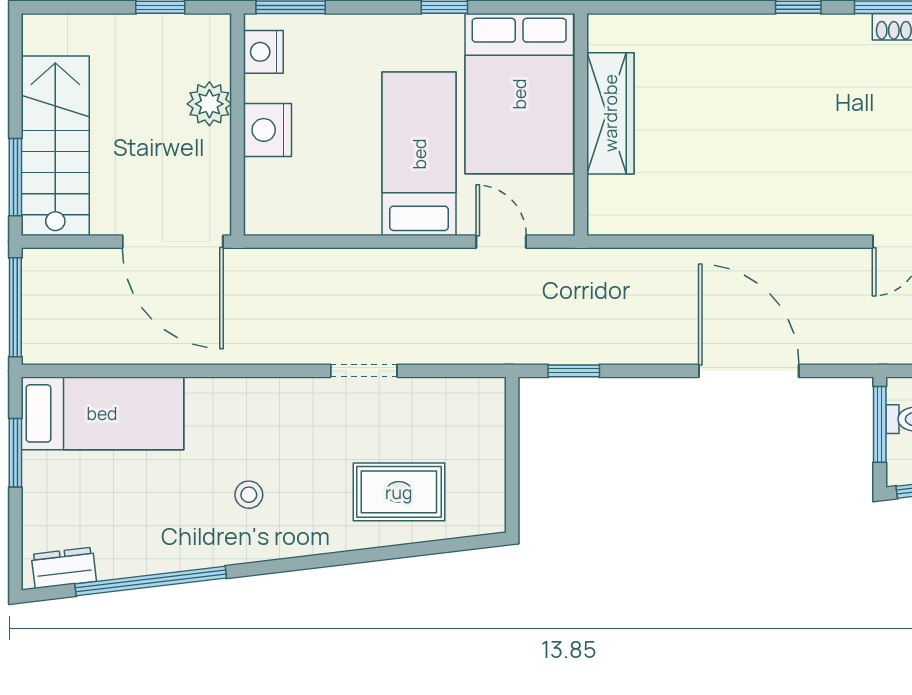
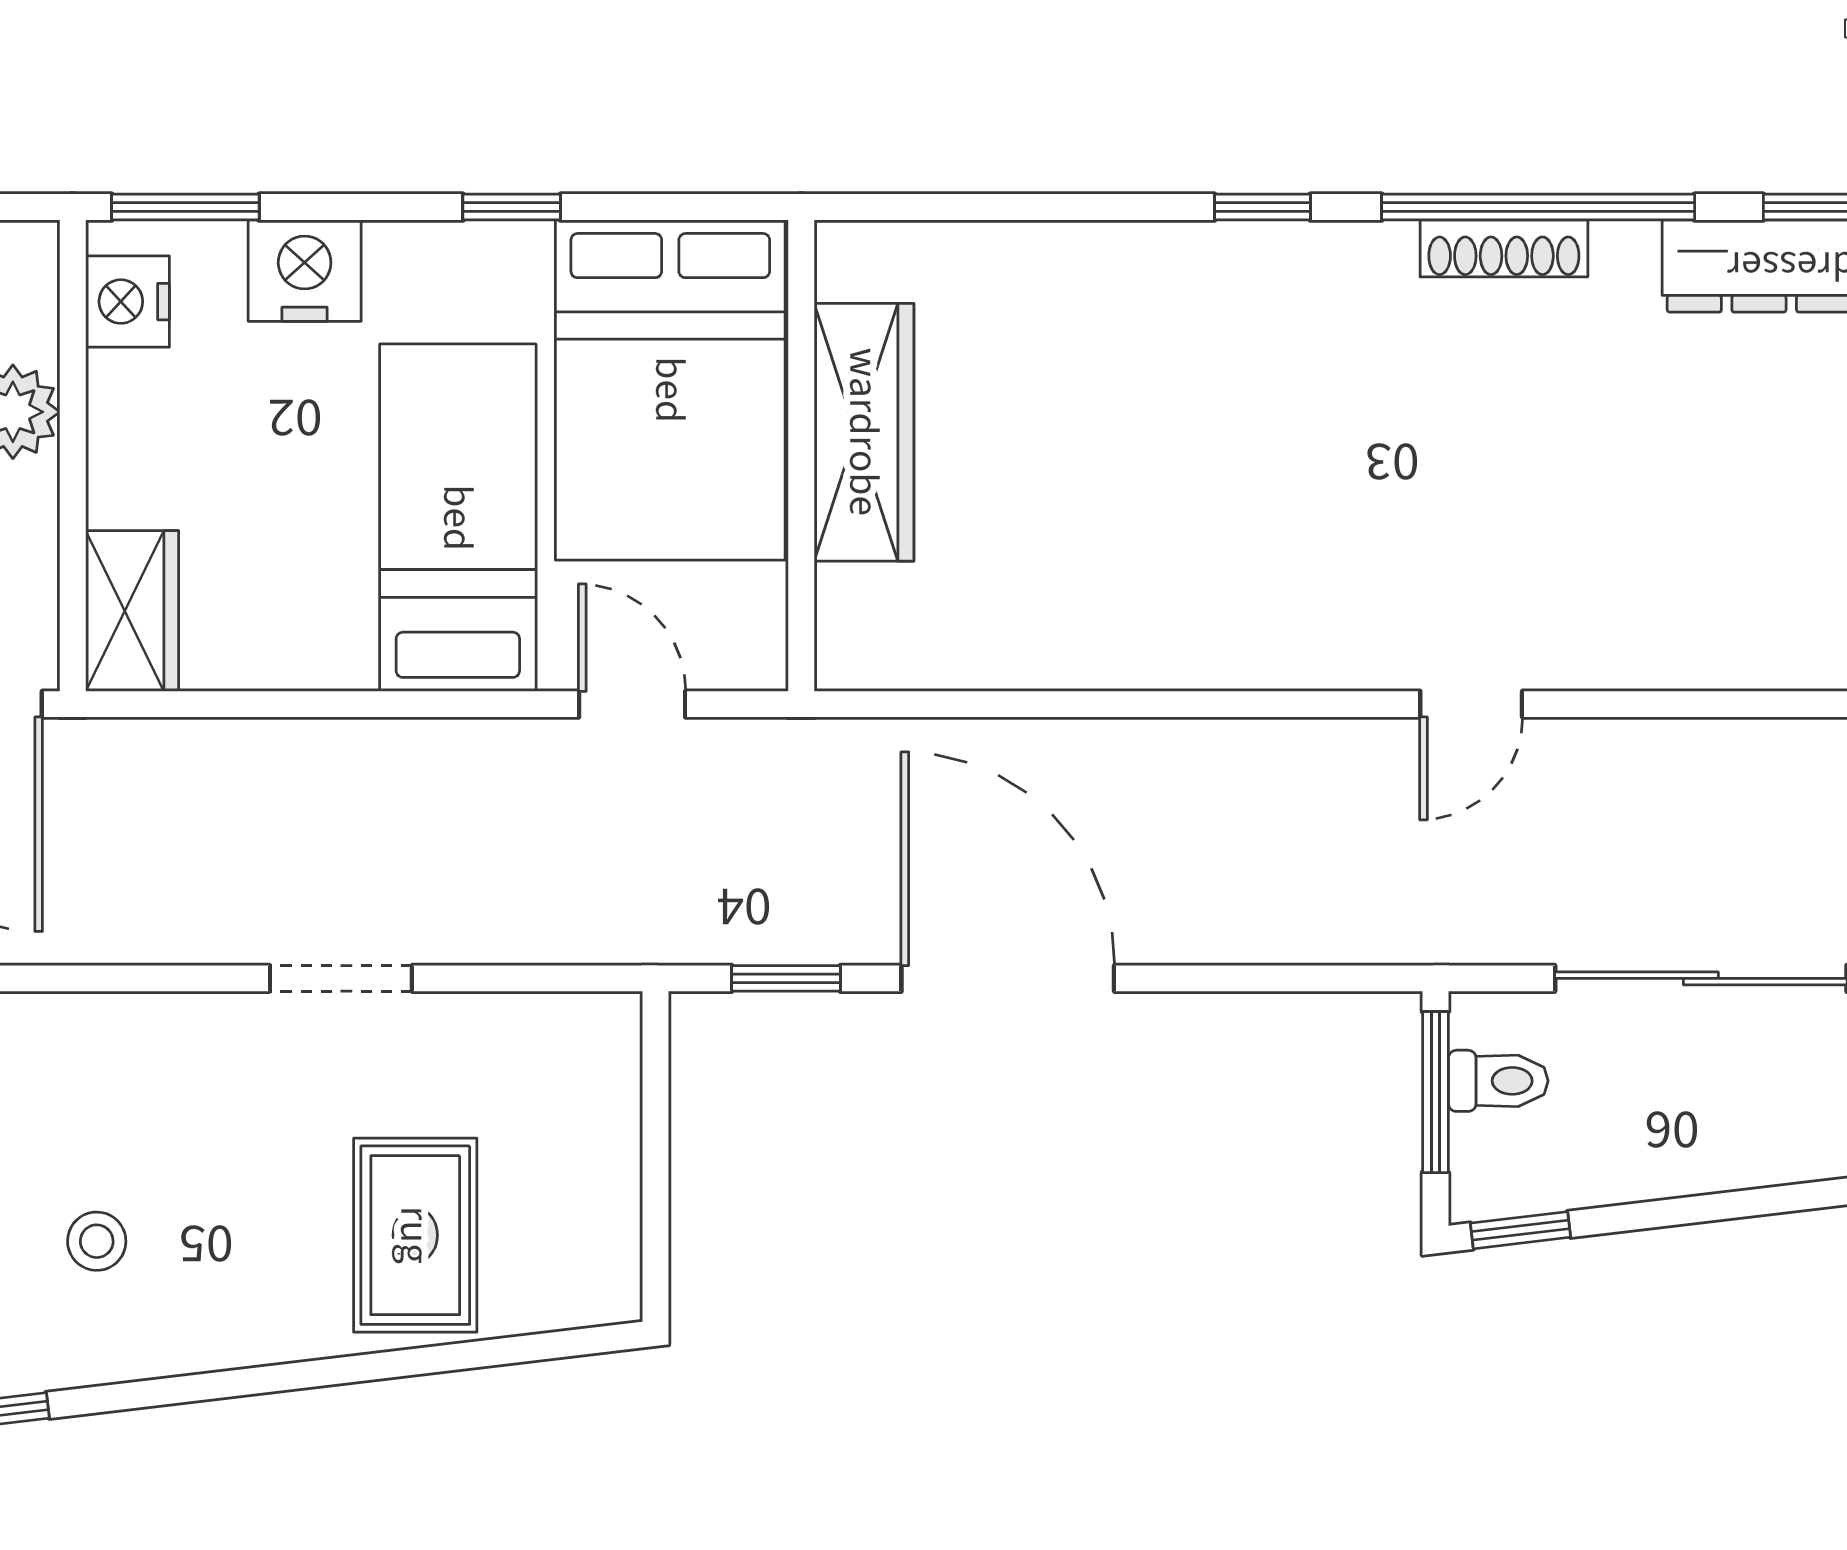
nightstand: (267, 130) -> (305, 271), moved, turned 90
wardrobe: (266, 198) -> (132, 611), added
door: (749, 371) -> (1008, 978), moved
rug: (399, 492) -> (415, 1235), turned 90

